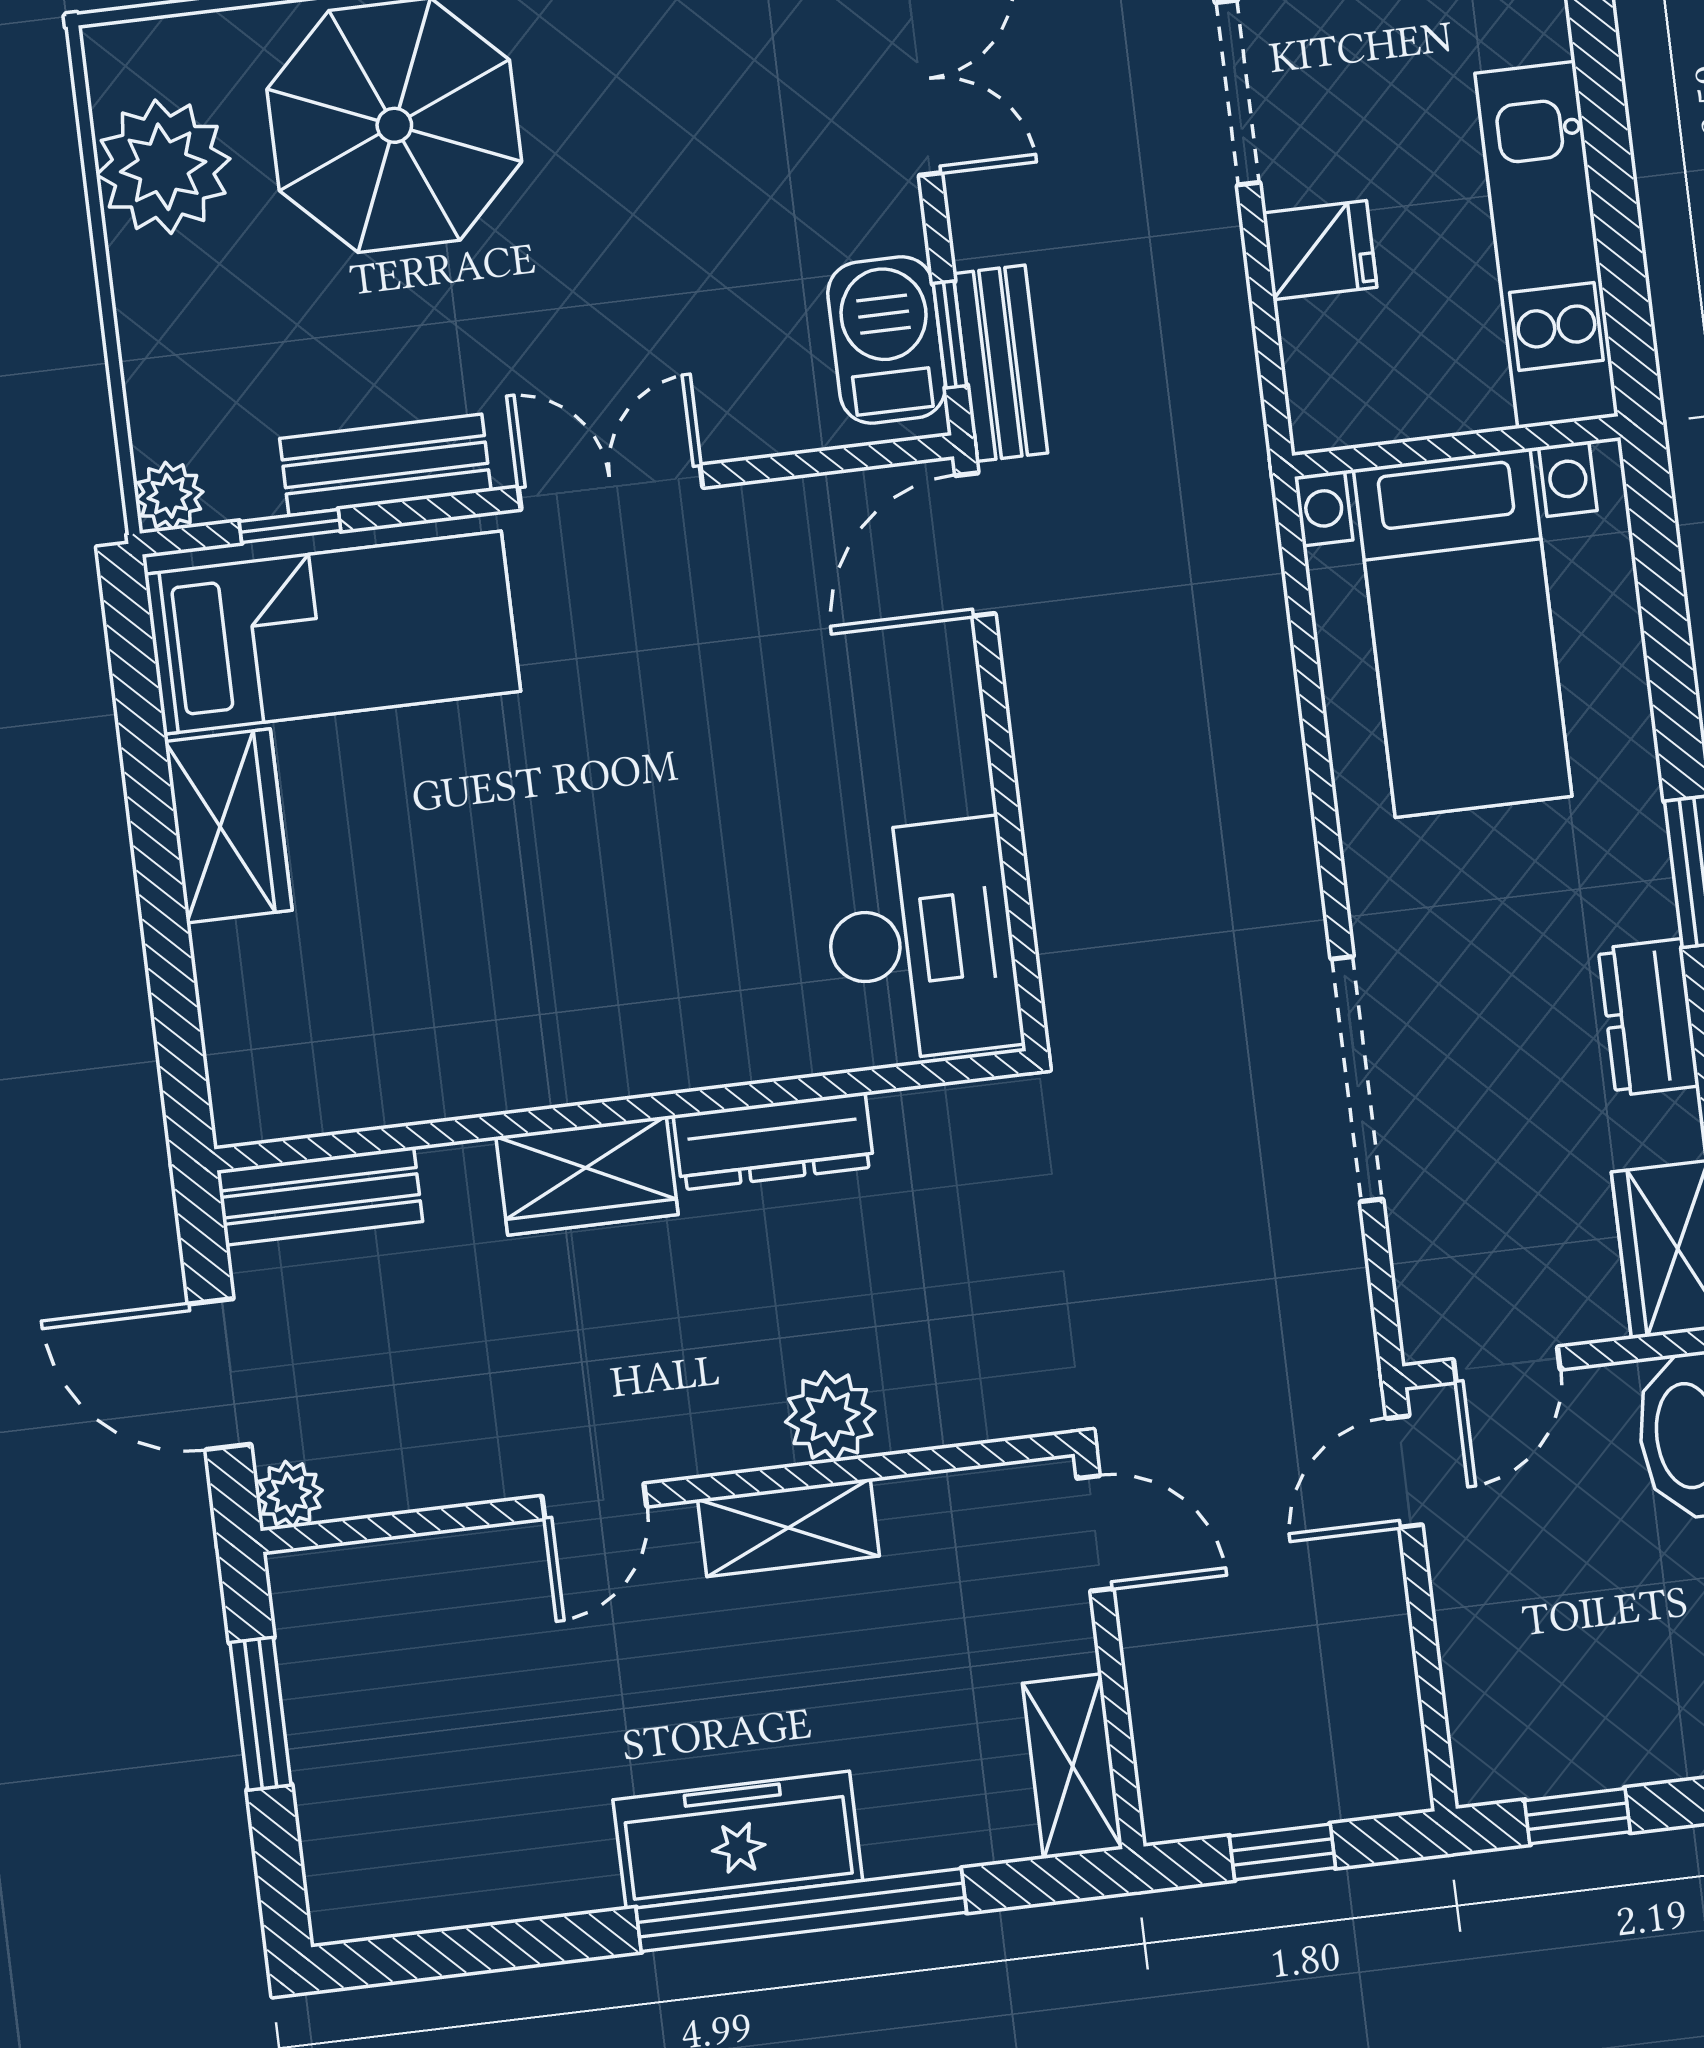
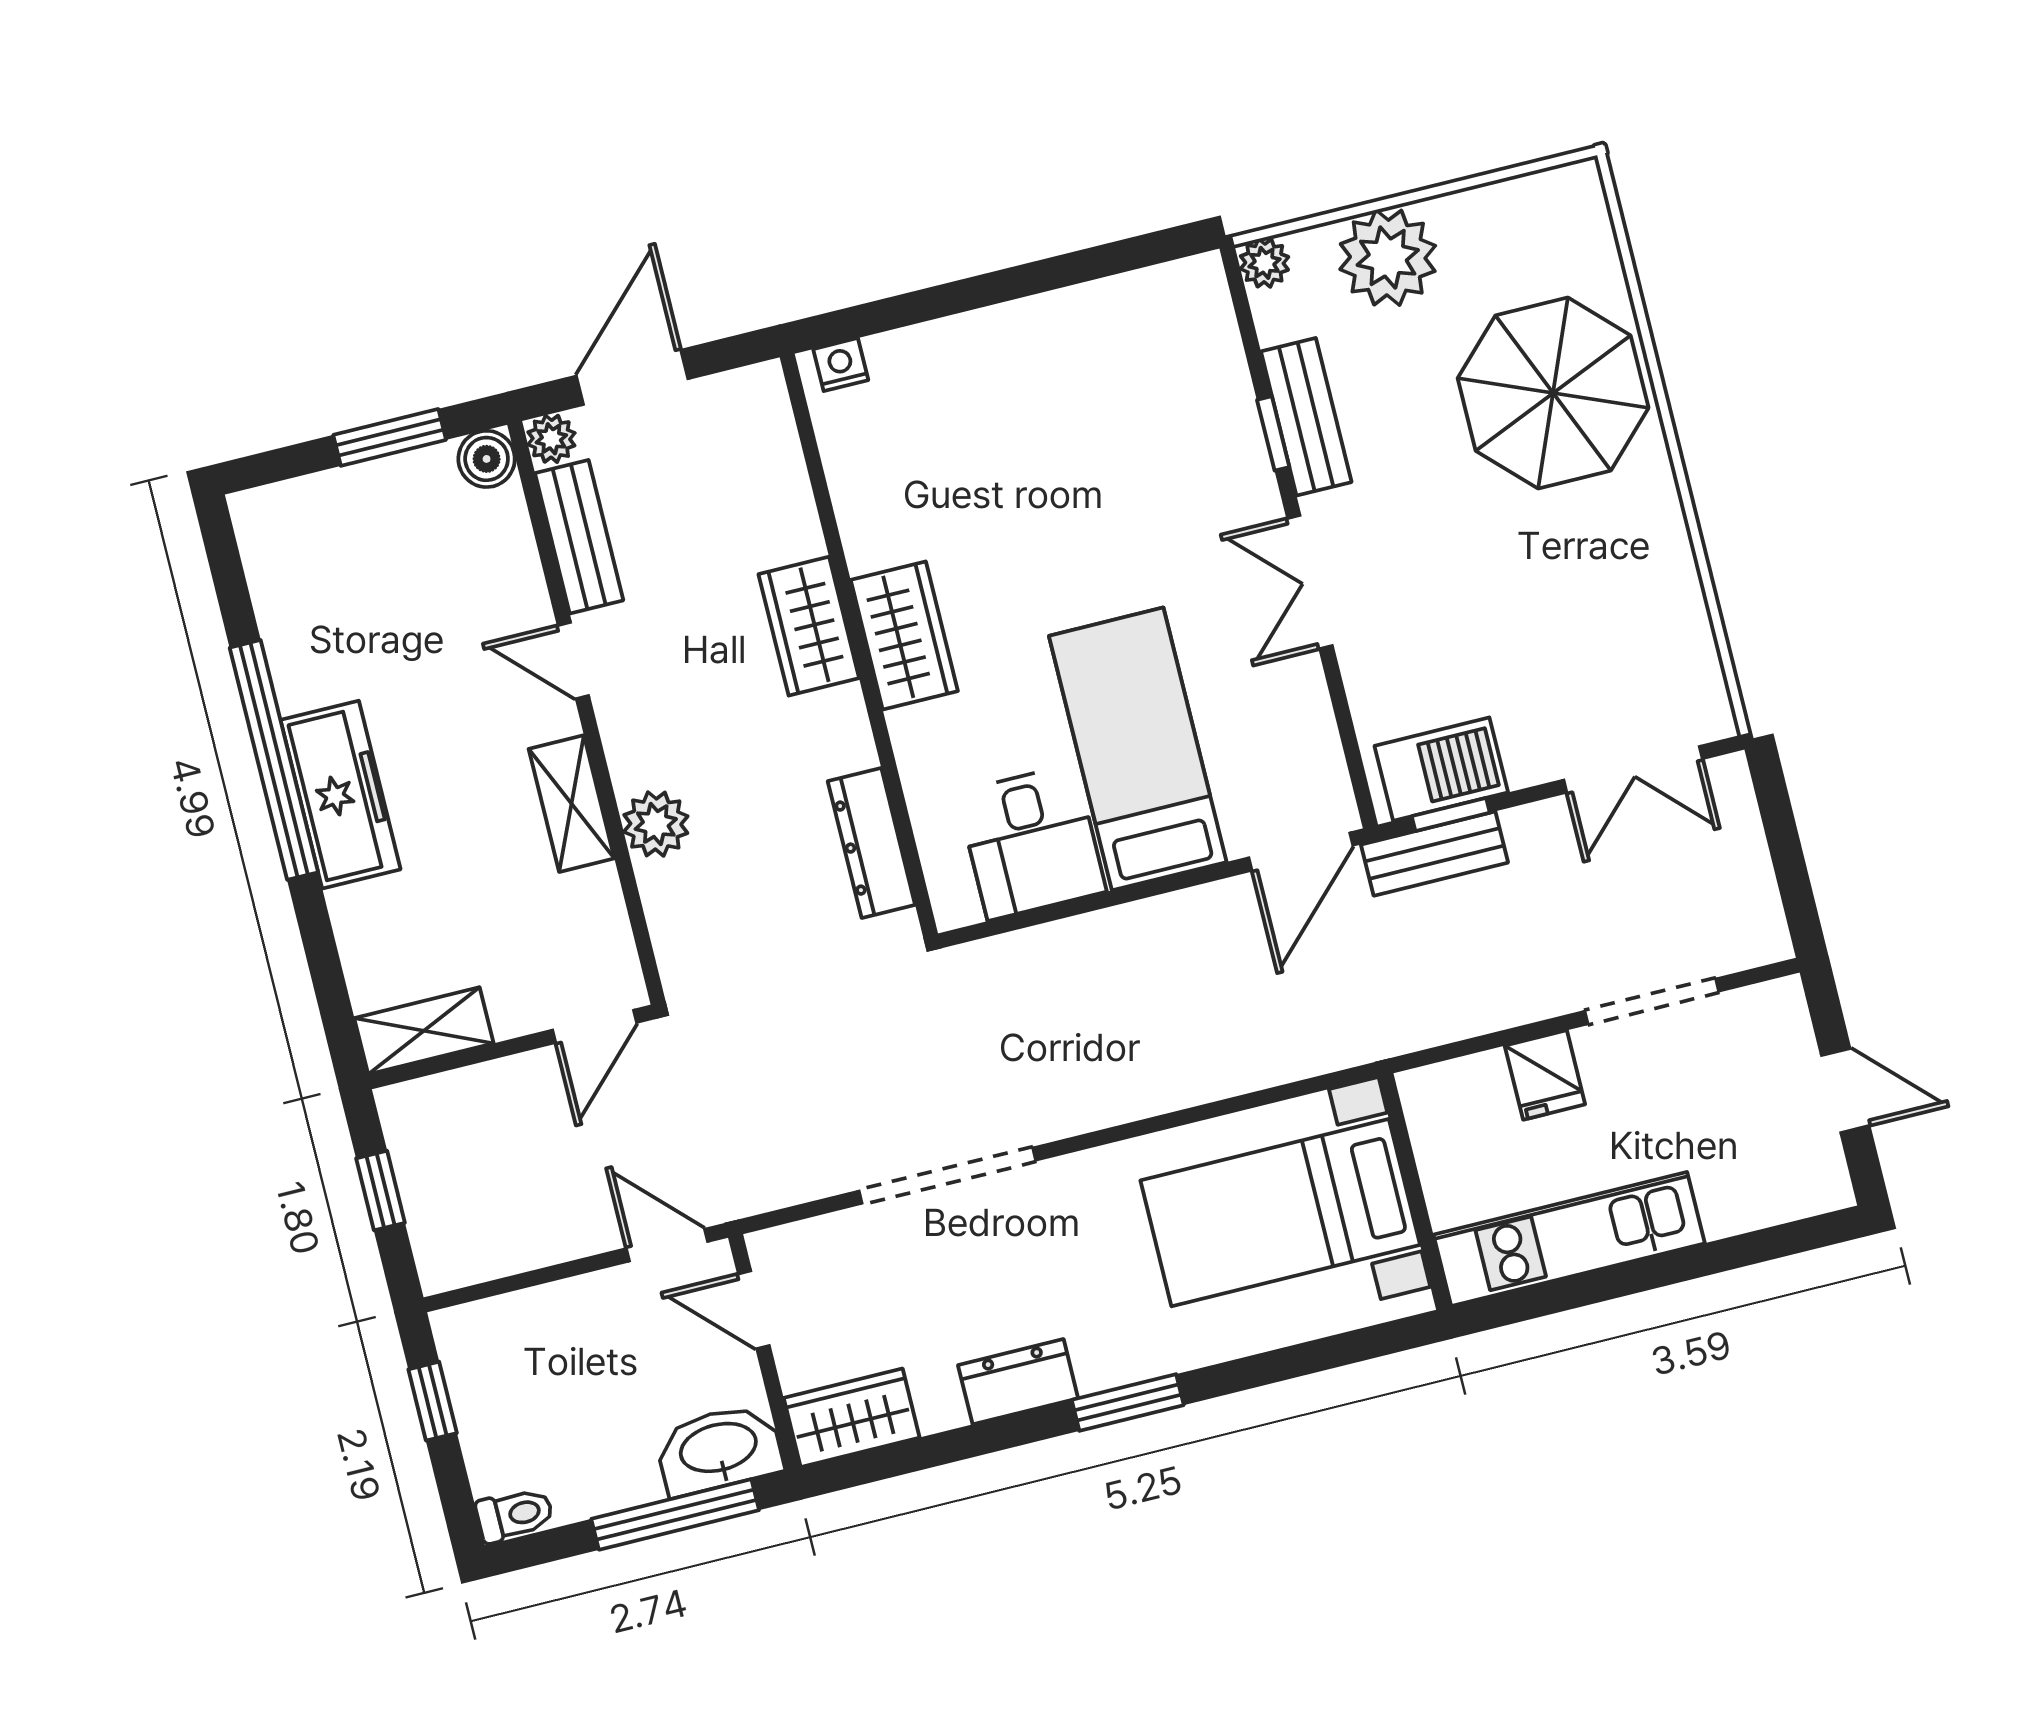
plant: (163, 167) -> (1388, 258), moved
double door: (611, 487) -> (1310, 582), swing flipped
window: (290, 526) -> (1273, 433), moved
door: (975, 545) -> (1301, 852), swing flipped
bed: (333, 633) -> (1138, 749), moved, turned 180
wardrobe: (229, 826) -> (904, 635), moved, turned -90
desk: (921, 940) -> (1031, 842), width x0.73
nightstand: (237, 1089) -> (841, 365), added
dresser: (774, 1141) -> (871, 843), moved
bench: (320, 1196) -> (579, 537), moved
boiler: (306, 1586) -> (487, 459), added
window: (801, 1910) -> (274, 760), moved

